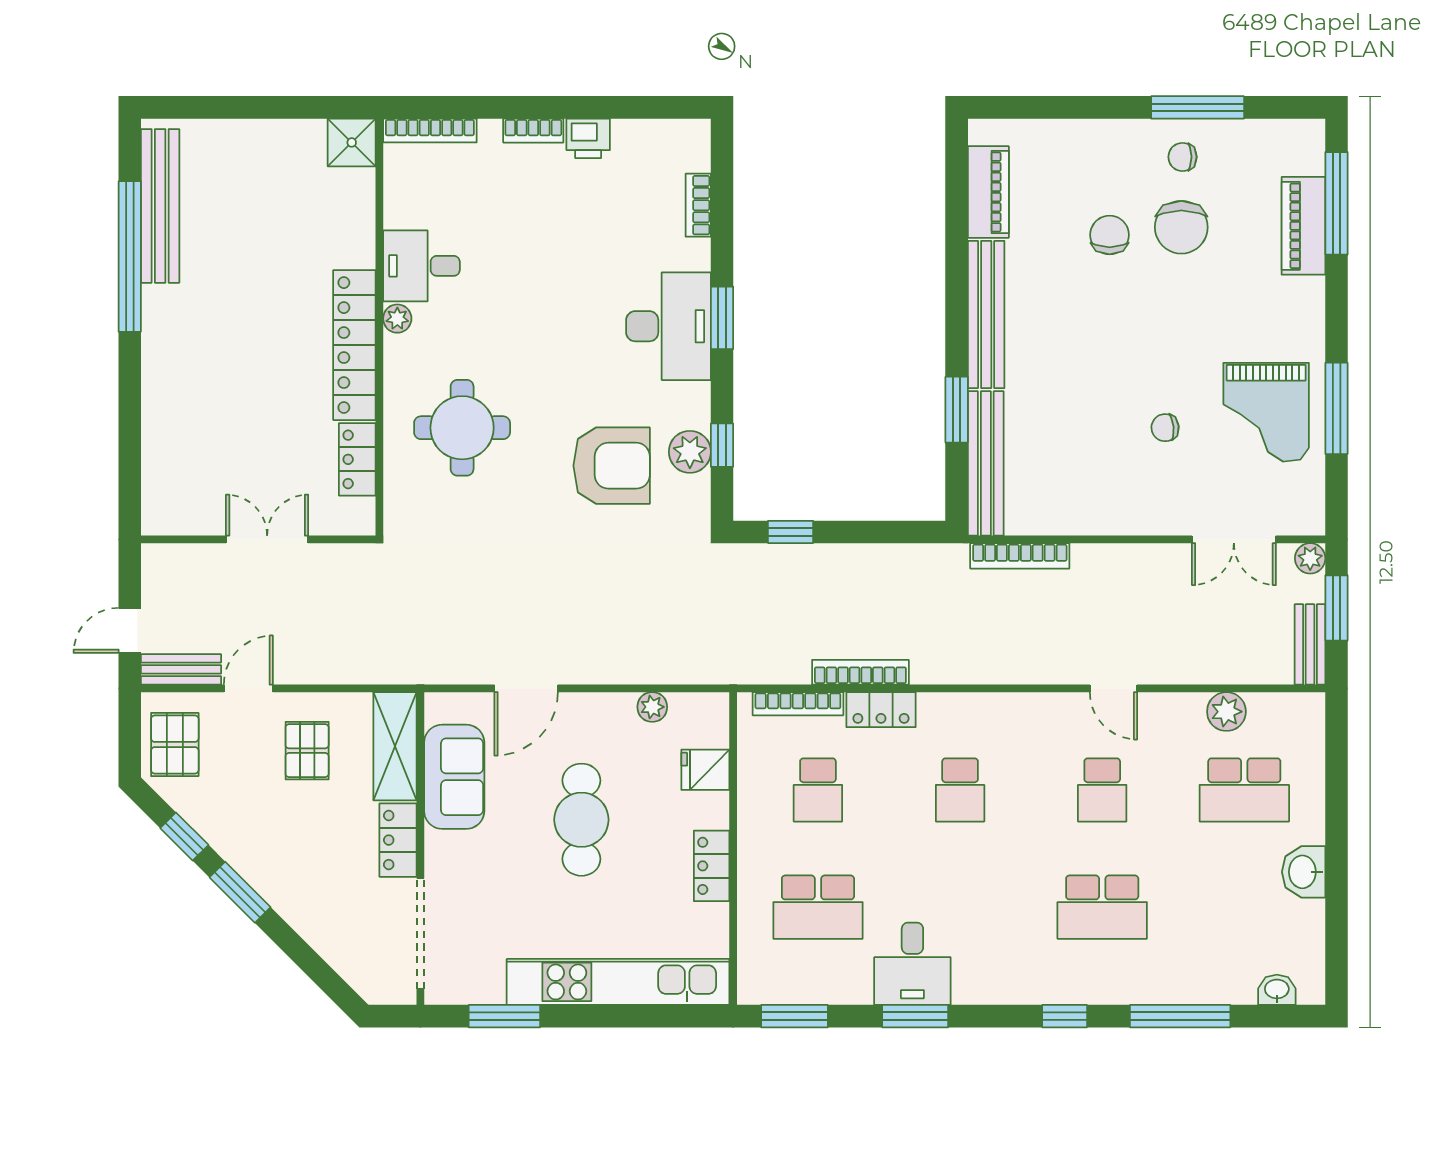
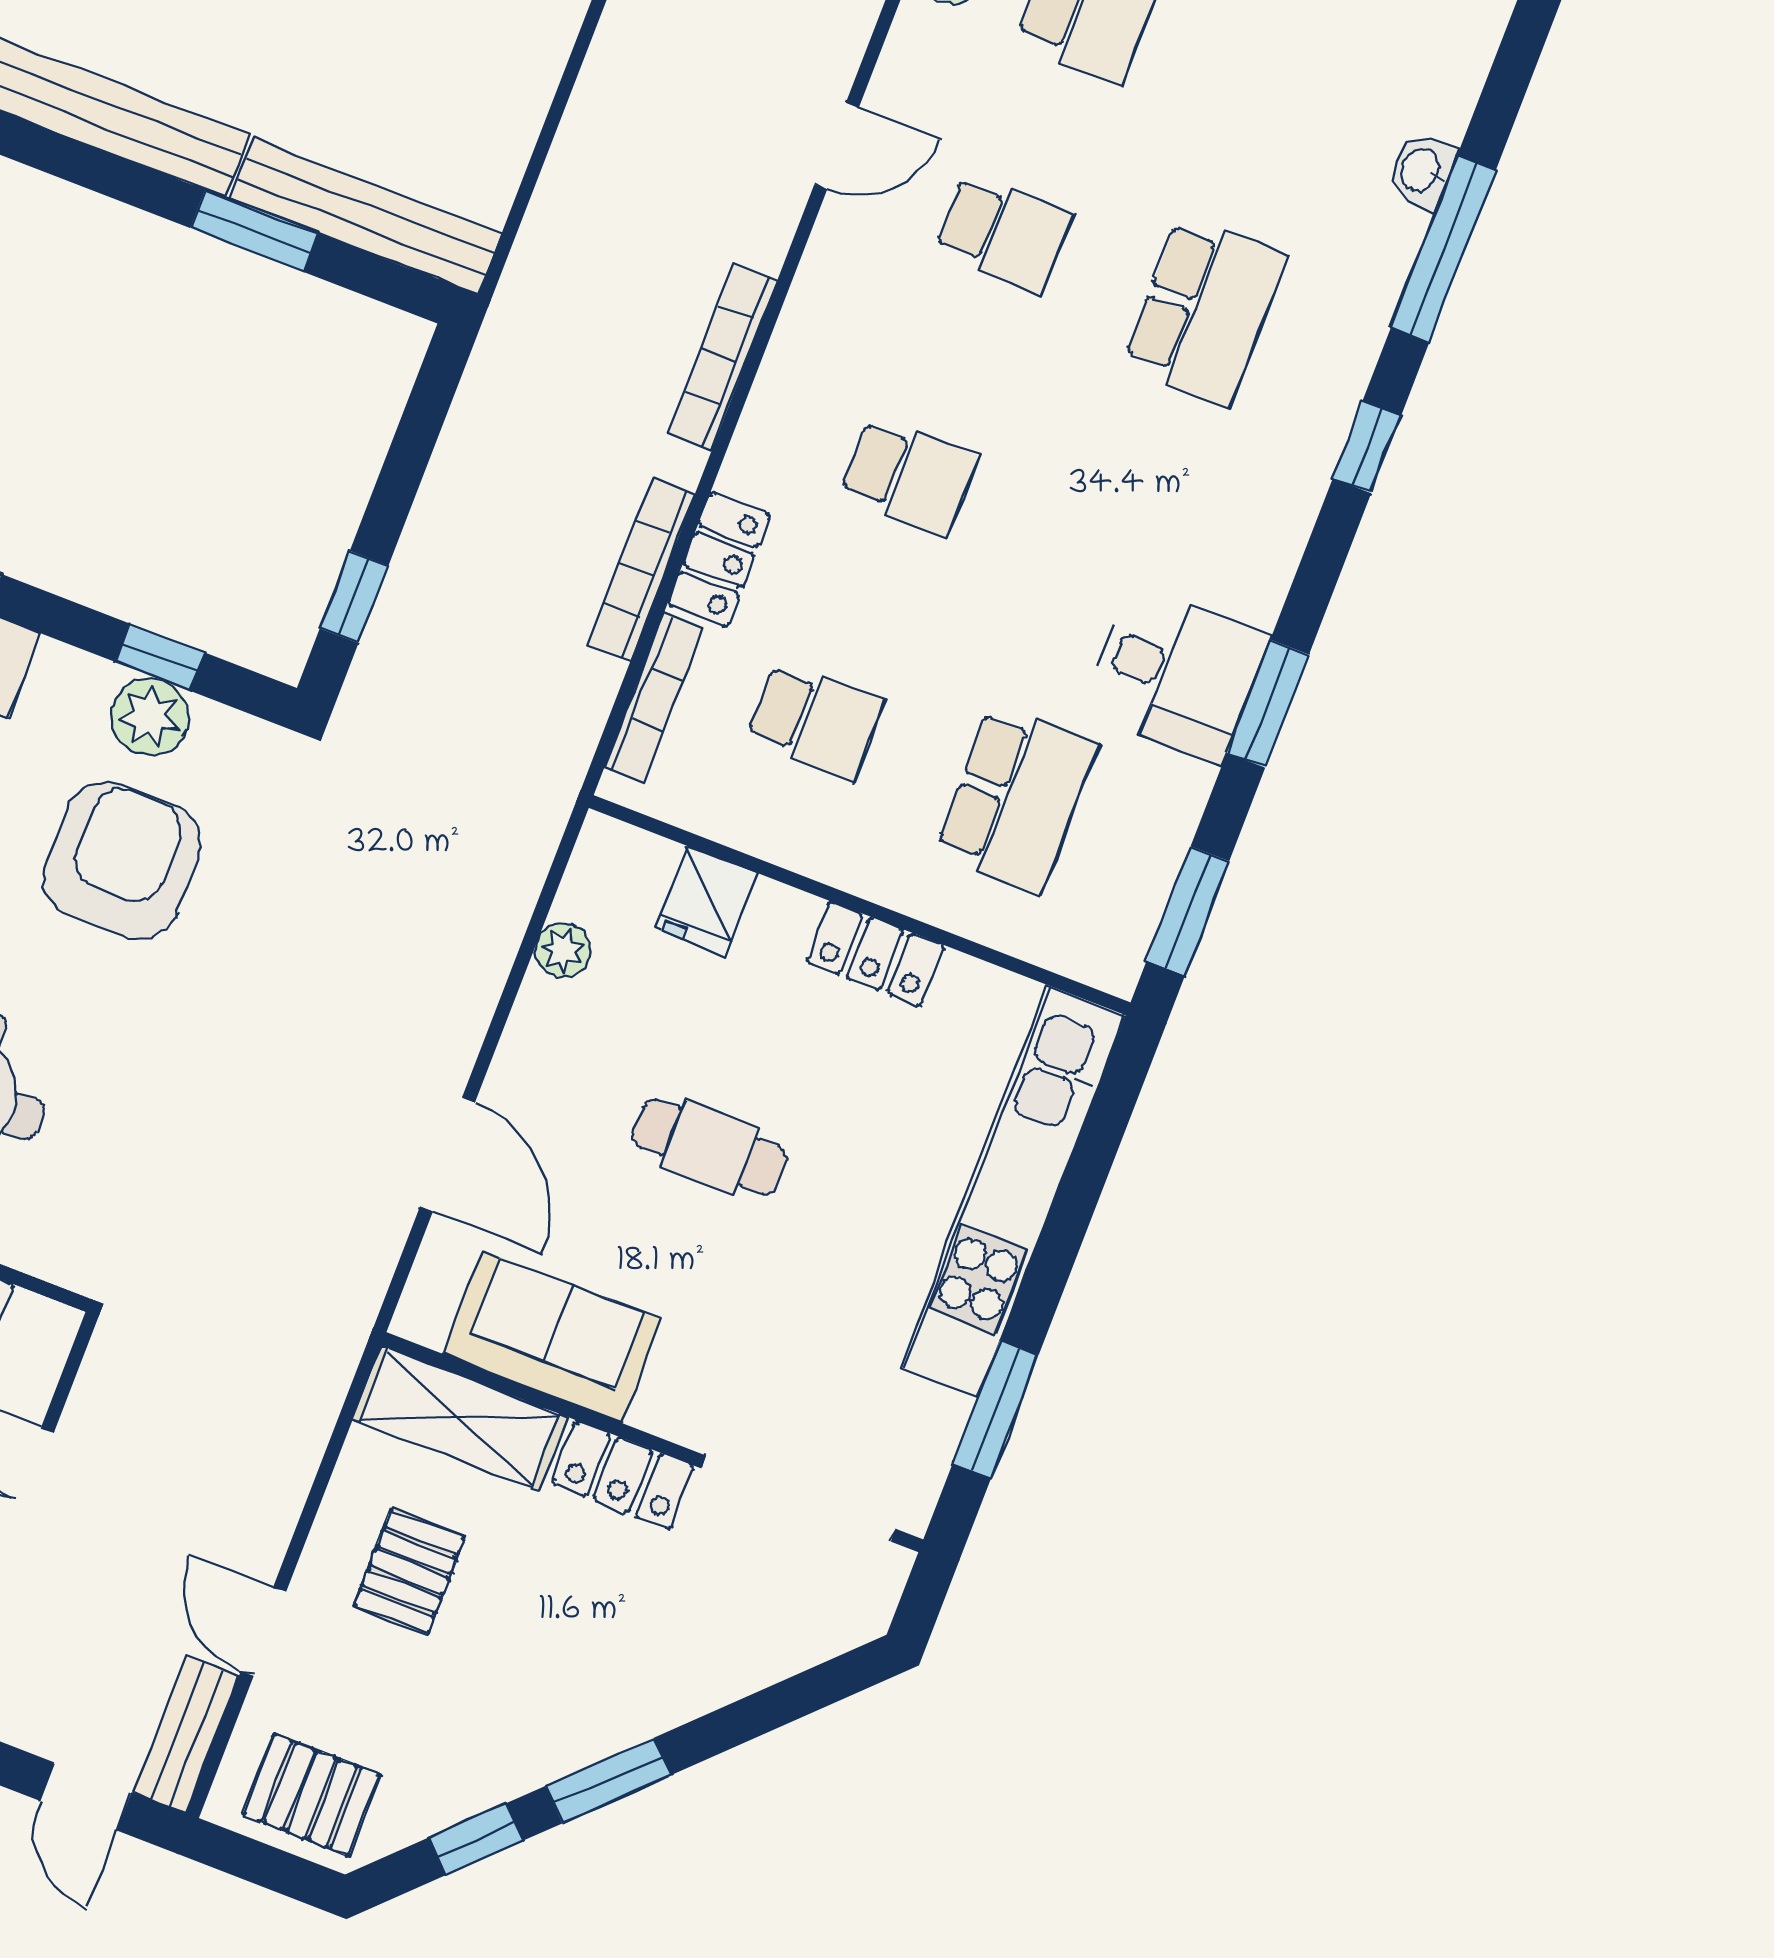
bookcase: (1020, 556) -> (723, 356), moved, turned 180
pallet: (307, 751) -> (409, 1572), turned 90
cafe table: (581, 820) -> (710, 1147), width x0.73, depth x0.74
washbasin: (1277, 990) -> (1422, 171), moved

